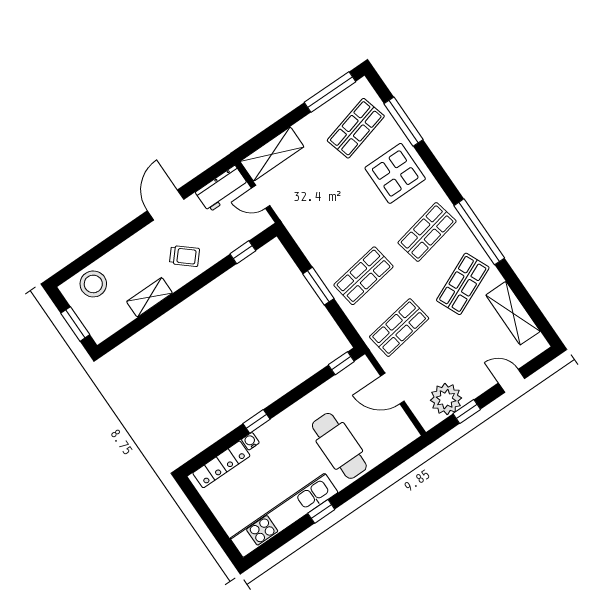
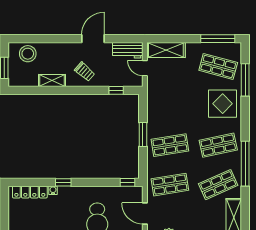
shop shelf: (356, 128) -> (218, 66), turned 30

